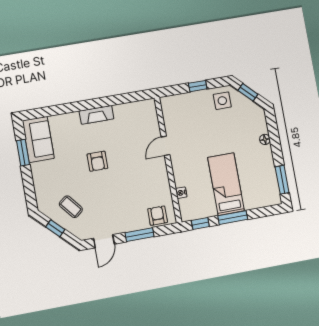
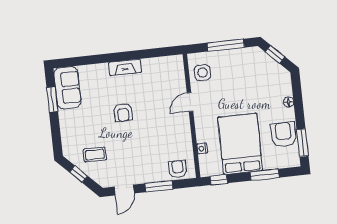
window: (198, 86) -> (226, 45), width x2.17
side table: (222, 101) -> (202, 73), moved
armchair: (262, 173) -> (284, 134), added
bed: (226, 184) -> (240, 144), width x1.50
coffee table: (71, 207) -> (95, 155), turned -51
window: (233, 218) -> (265, 175), moved

